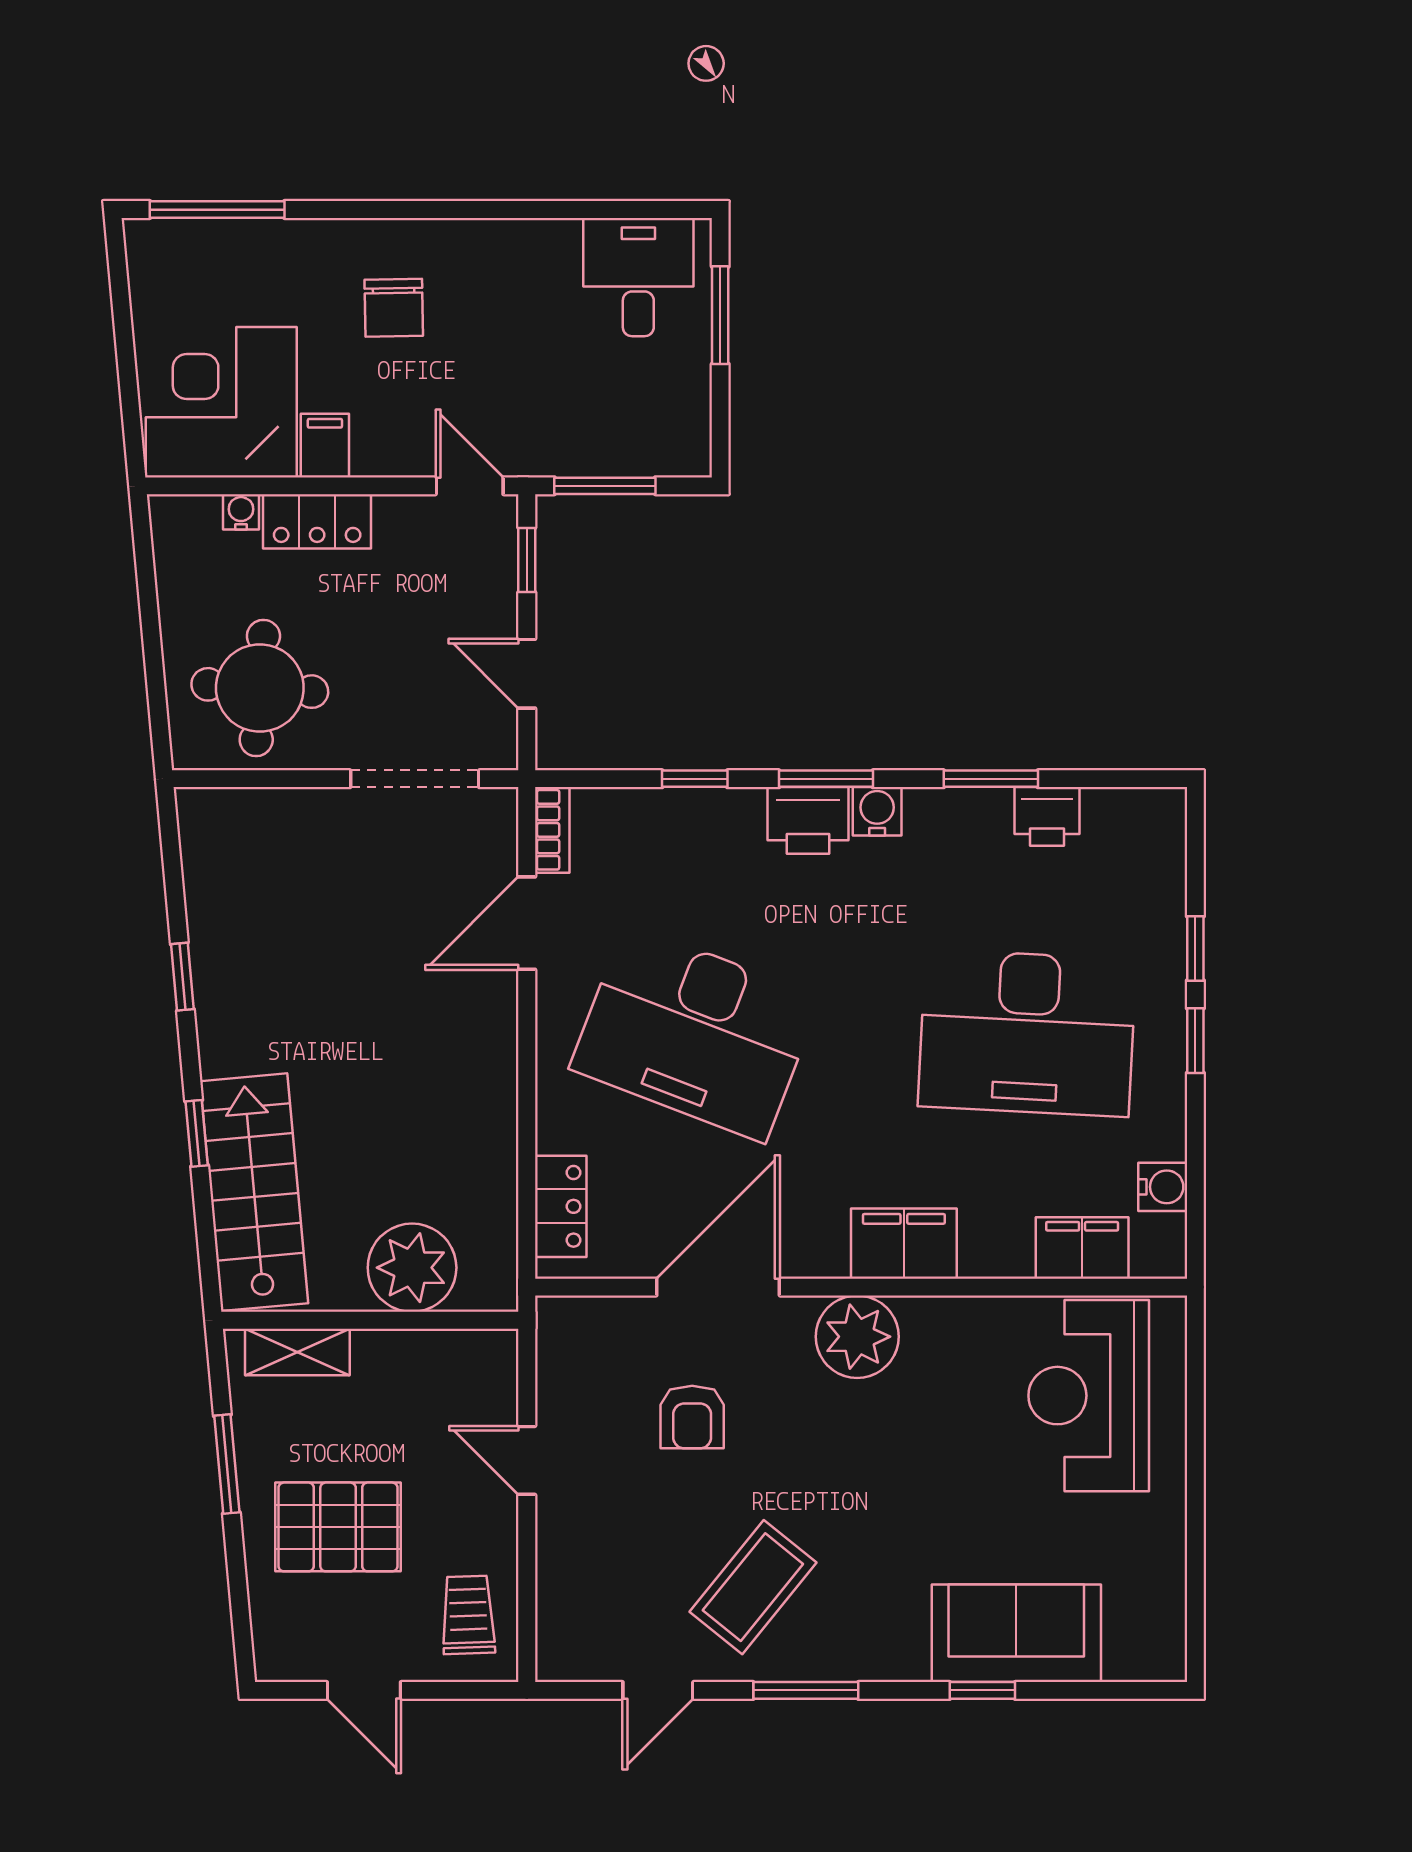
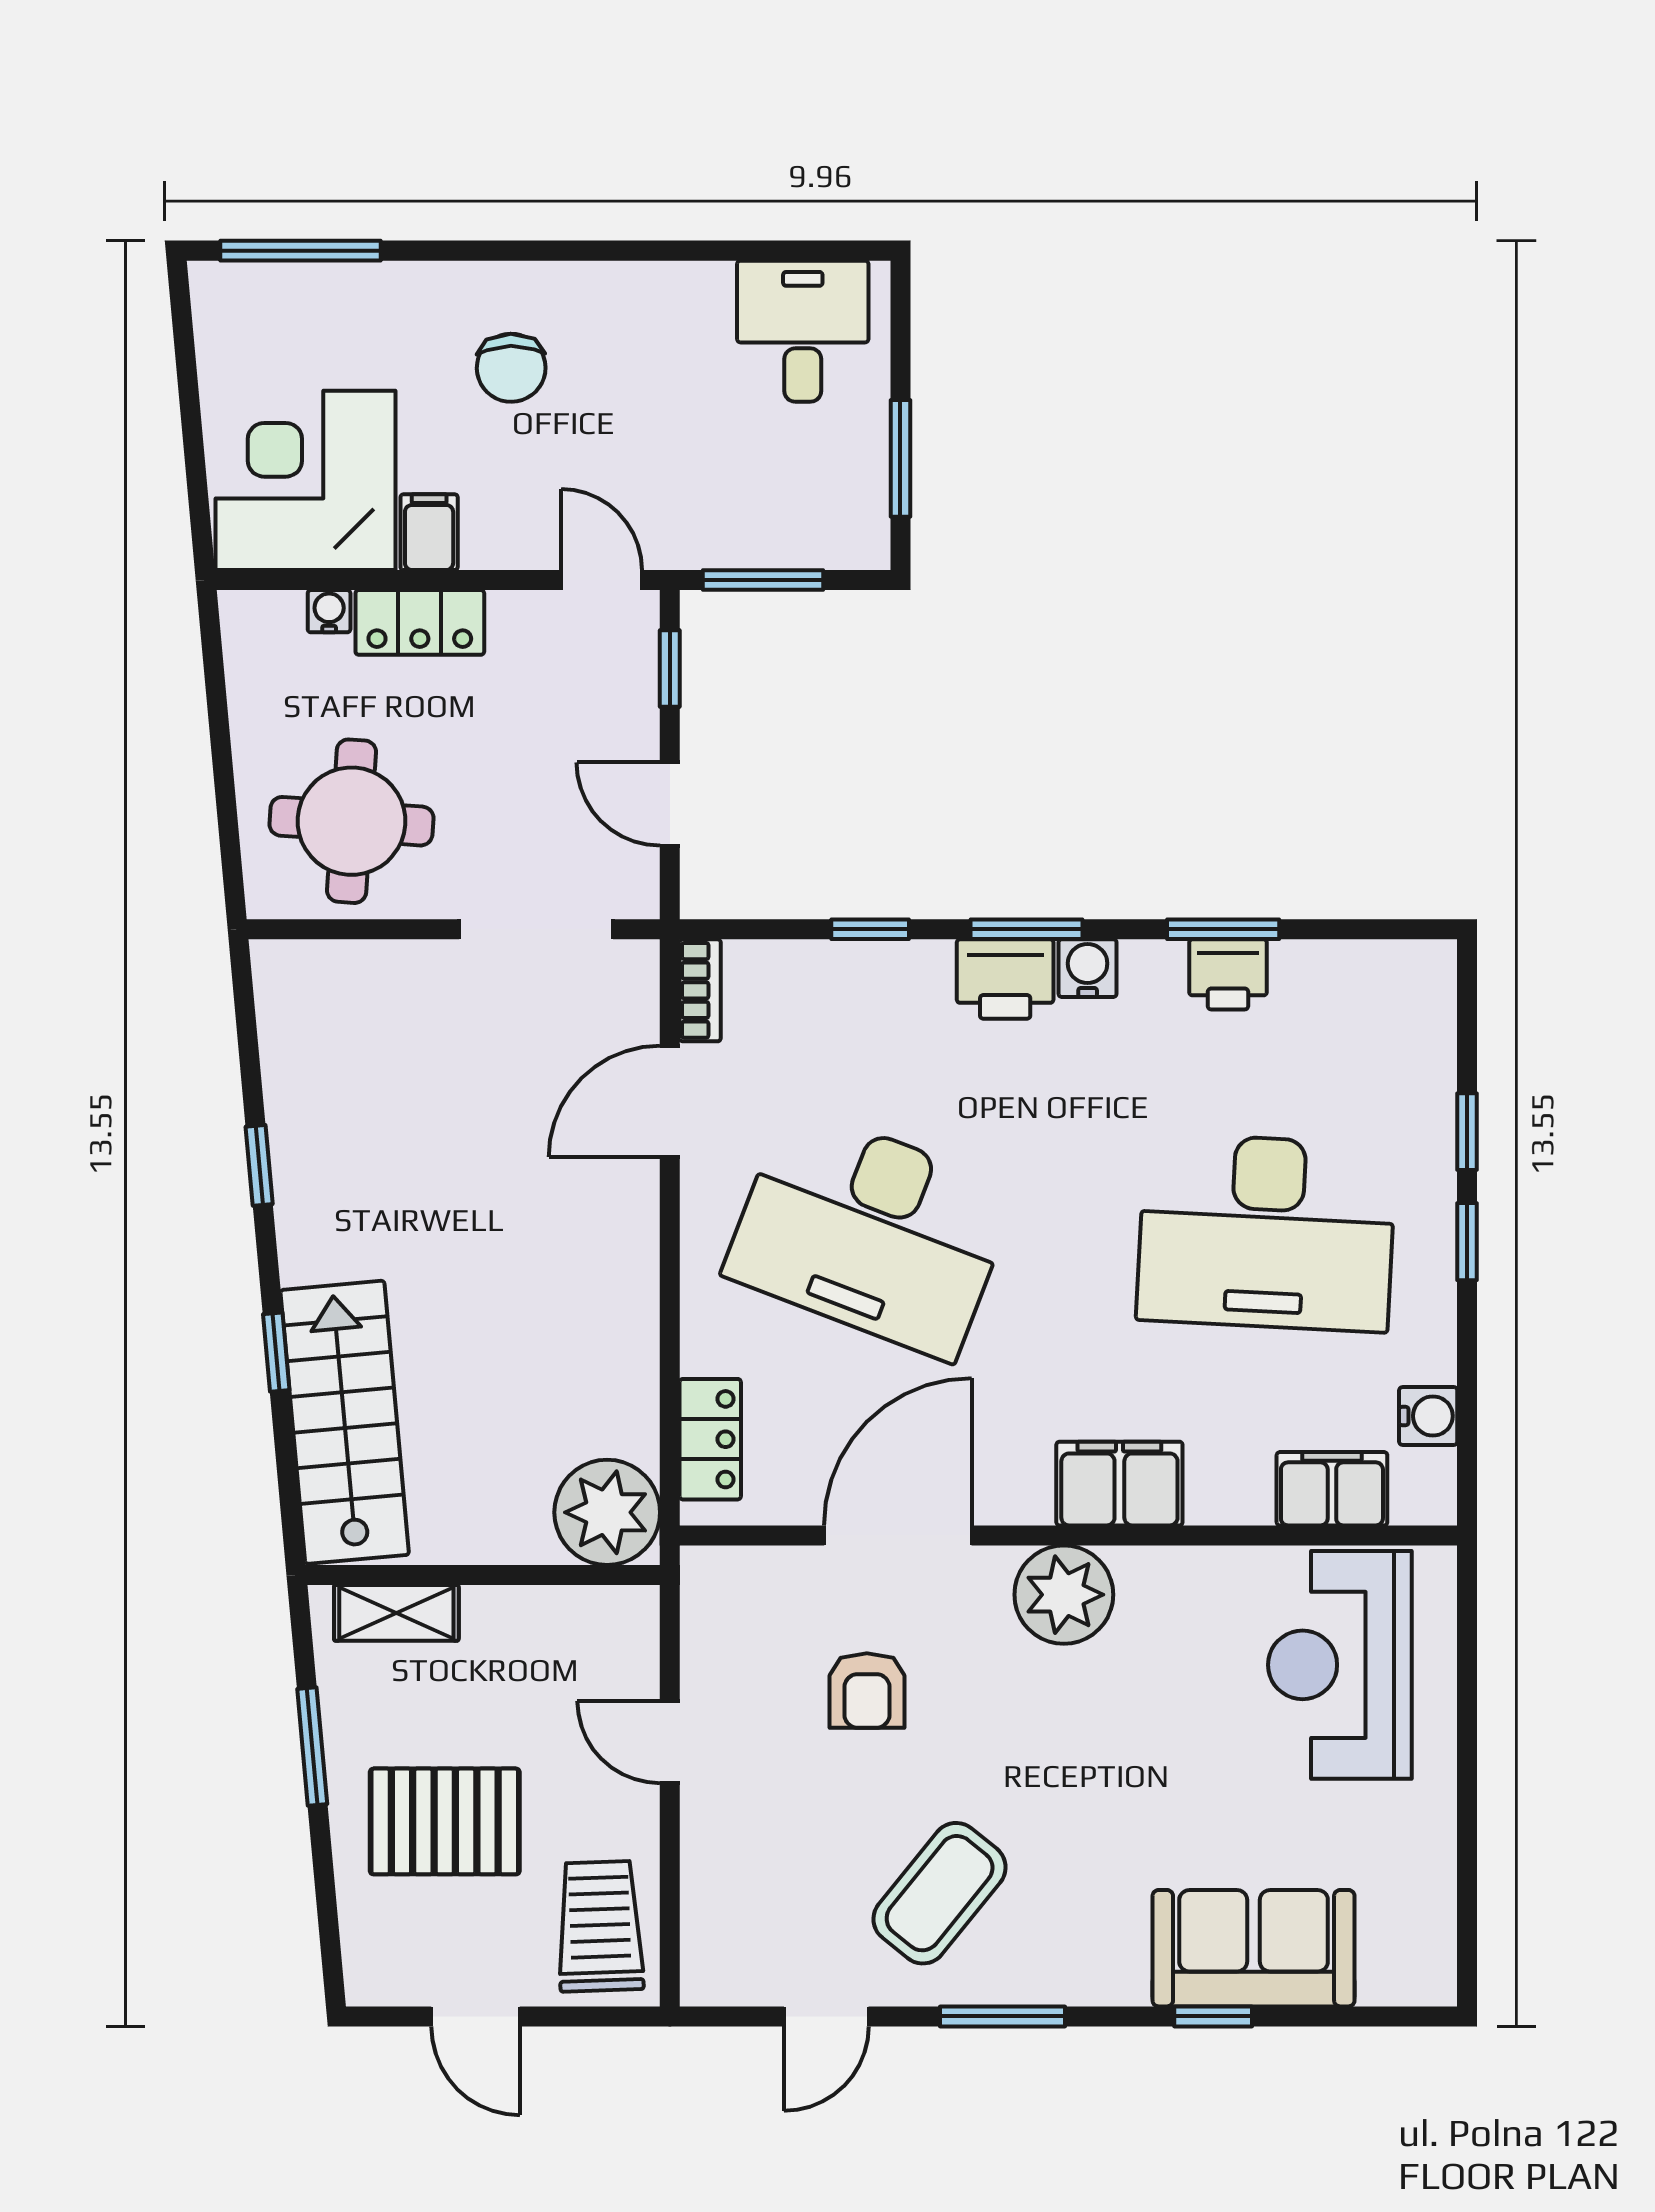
window: (720, 315) -> (900, 458), moved
printer: (1047, 816) -> (1228, 974), moved
plant: (412, 1268) -> (607, 1512), moved
trolley: (468, 1615) -> (600, 1926), width x1.36, depth x1.39

